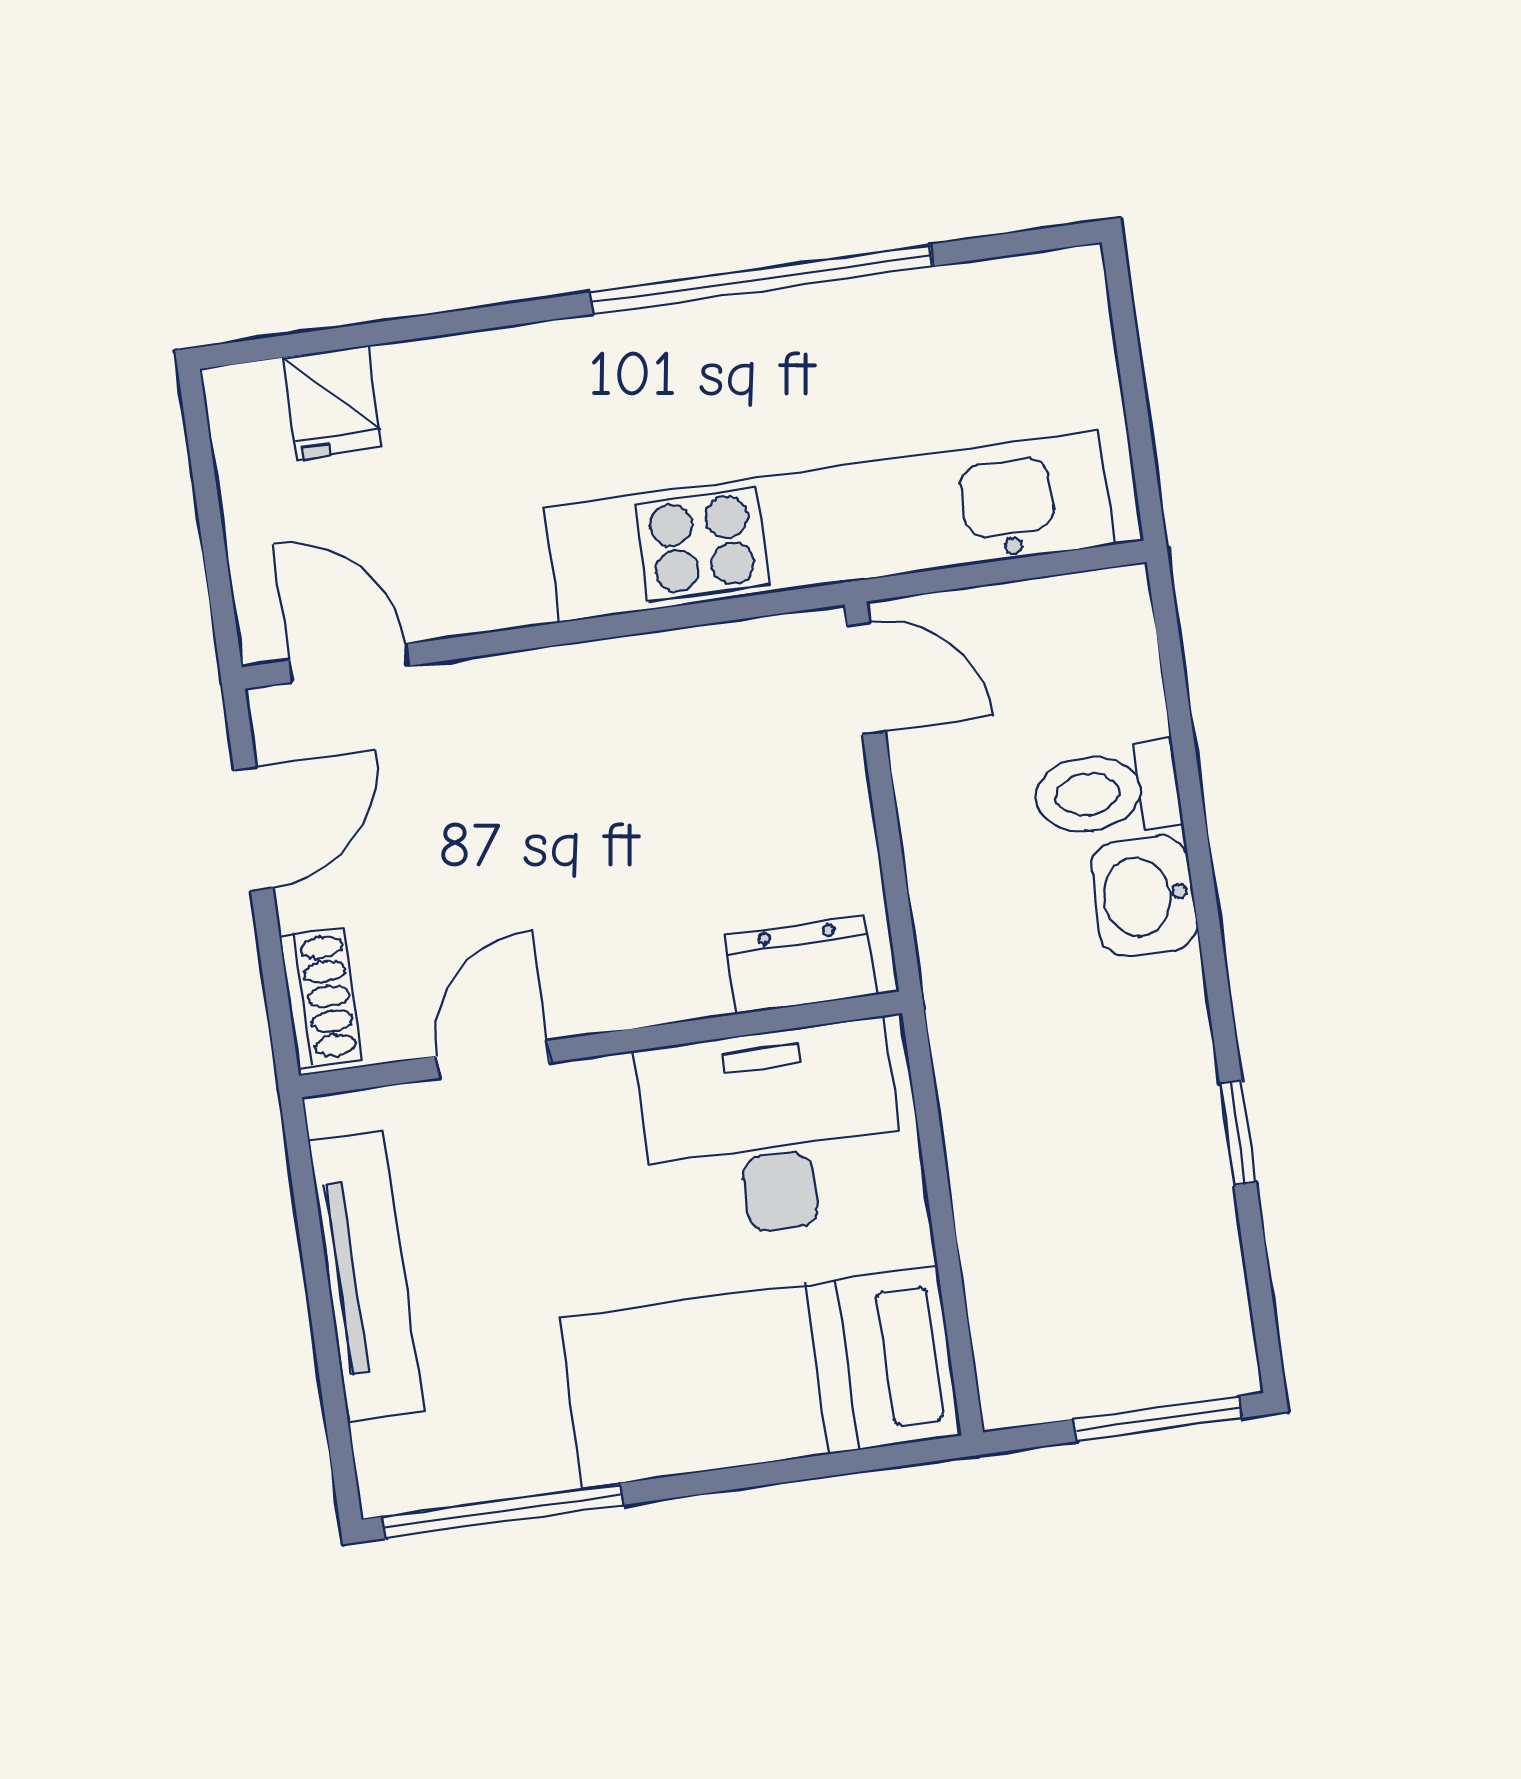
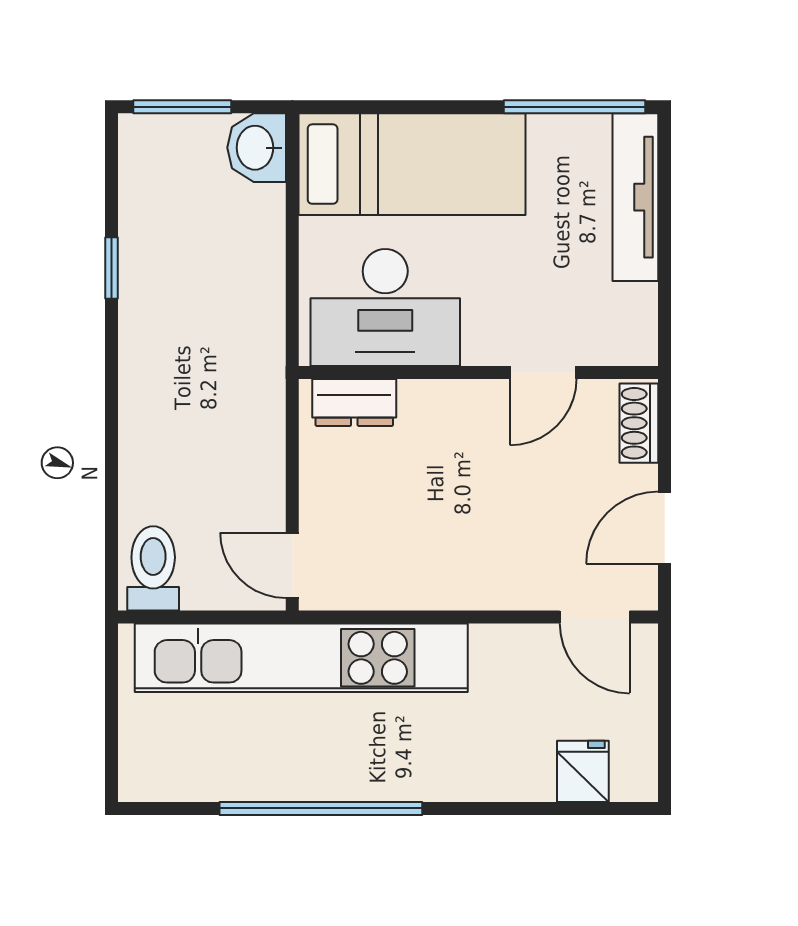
toilet: (1107, 791) -> (153, 568), moved, turned -90
washbasin: (1144, 896) -> (257, 148), moved, turned 180
tv unit: (366, 1276) -> (635, 197), moved

